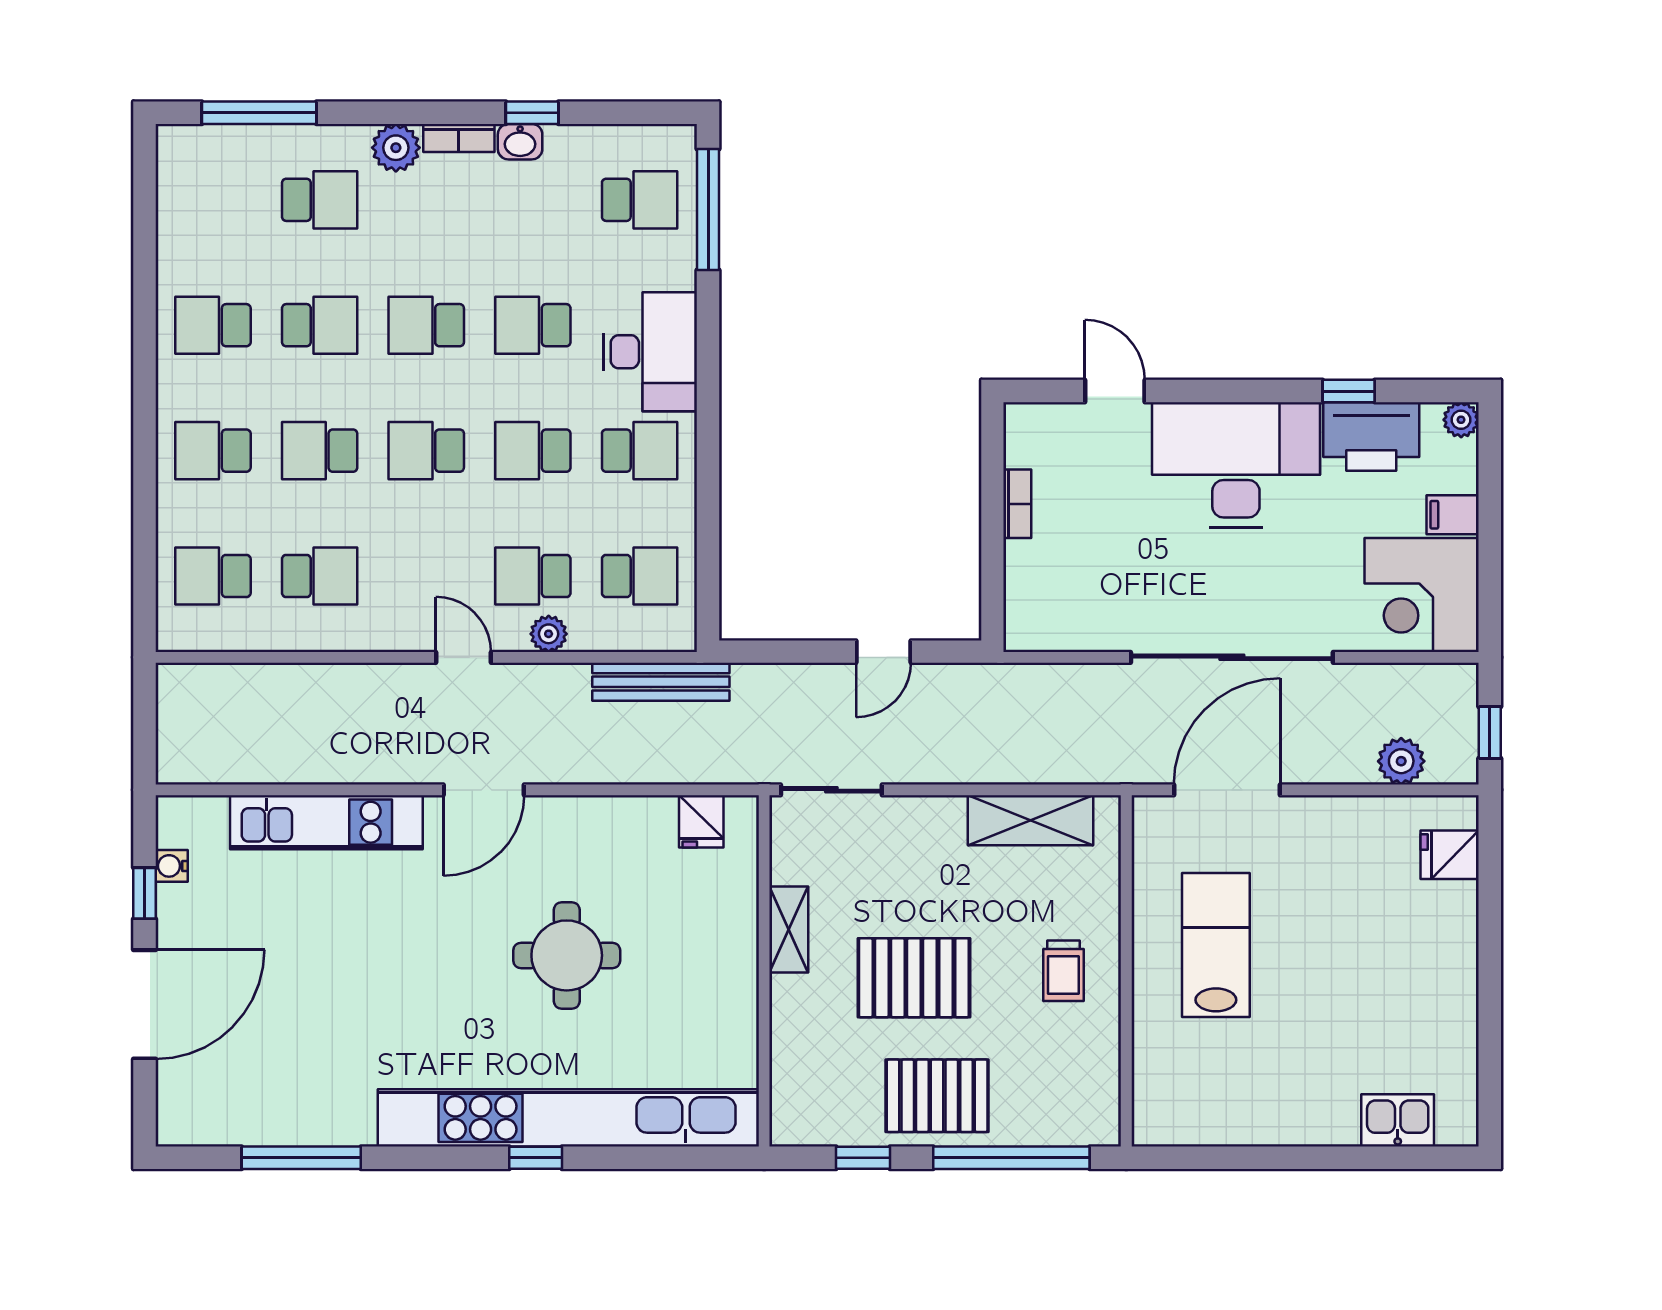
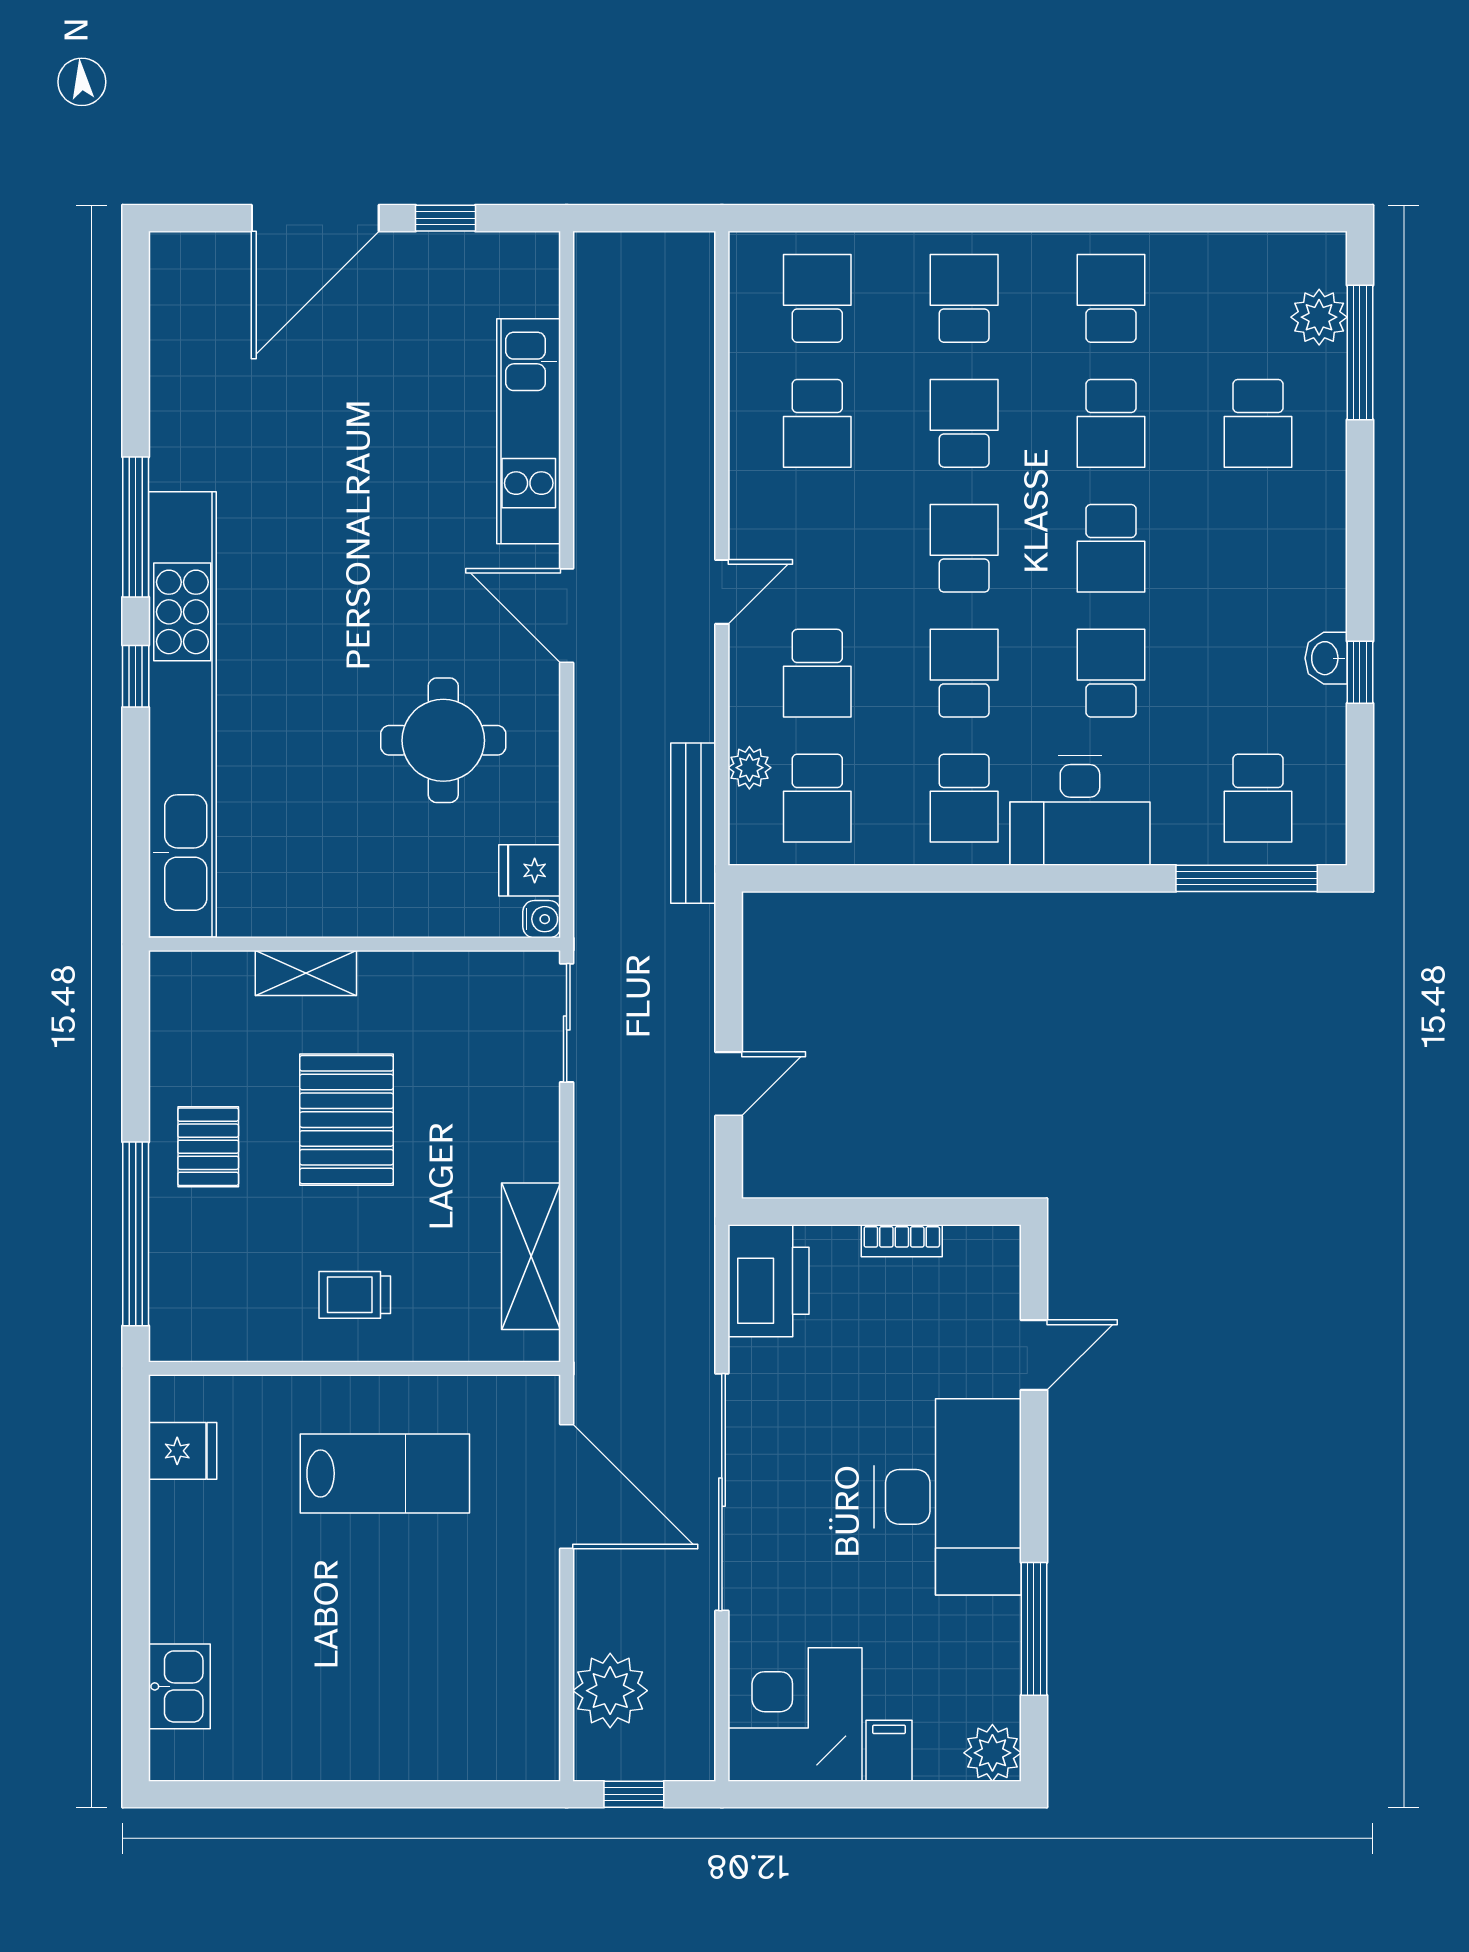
bookcase: (459, 138) -> (1330, 586), removed
plant: (396, 148) -> (1319, 317), moved
school desk: (426, 325) -> (1111, 548), turned 180
window: (1349, 391) -> (1034, 1629), width x2.17
plant: (1461, 420) -> (992, 1753), width x1.38, depth x1.38
printer: (1371, 436) -> (768, 1281), moved, turned 180
school desk: (533, 576) -> (817, 673), turned 180
plant: (549, 634) -> (749, 768), moved
door: (883, 652) -> (729, 1084), swing flipped
plant: (1401, 761) -> (610, 1691), width x1.36, depth x1.36
fridge: (1450, 855) -> (183, 1451), moved, turned 90
water cooler: (172, 866) -> (542, 919), moved, turned 90
shelving: (789, 930) -> (306, 973), moved
round table: (567, 955) -> (443, 740), moved
door: (144, 1004) -> (315, 218), hinge flipped
pallet: (937, 1096) -> (208, 1147), width x0.67, depth x0.71
window: (301, 1158) -> (136, 527), moved
window: (863, 1158) -> (136, 1060), removed

